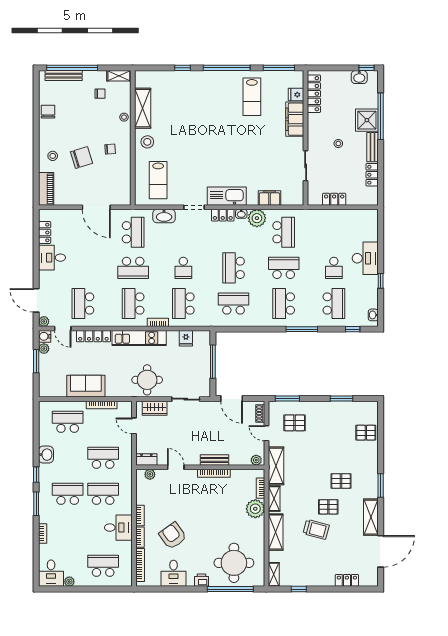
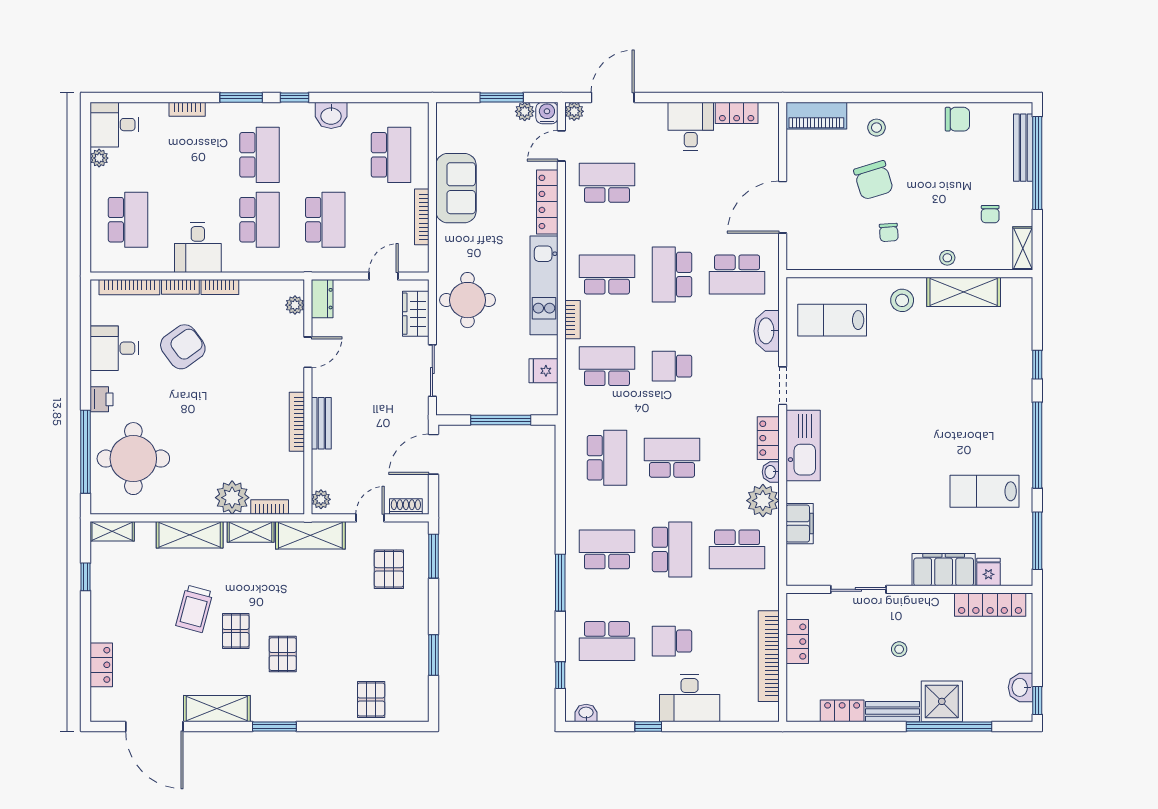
bookcase: (342, 215) -> (769, 656), added

